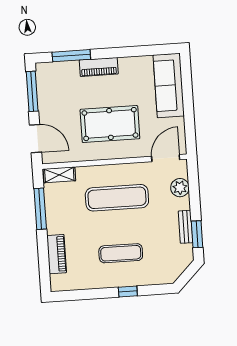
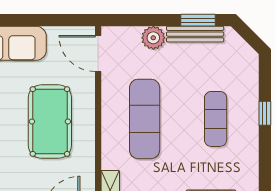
plant: (180, 188) -> (153, 38), moved
bench: (186, 227) -> (195, 34), width x1.36

